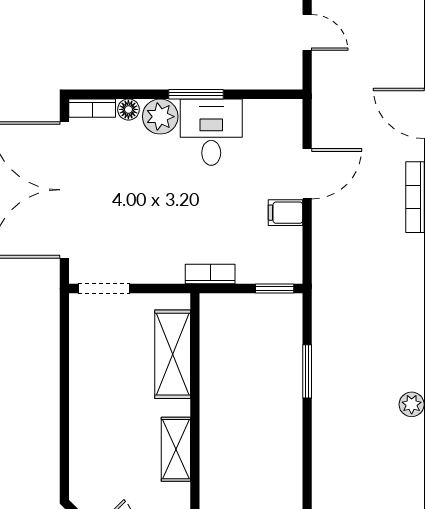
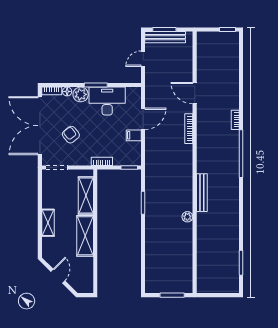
door: (307, 32) -> (143, 59), swing flipped
desk: (211, 132) -> (107, 101), width x1.37
armchair: (137, 211) -> (71, 135), added
shelving: (83, 418) -> (48, 223), added
shelving: (176, 449) -> (85, 236), width x1.50, depth x1.33

